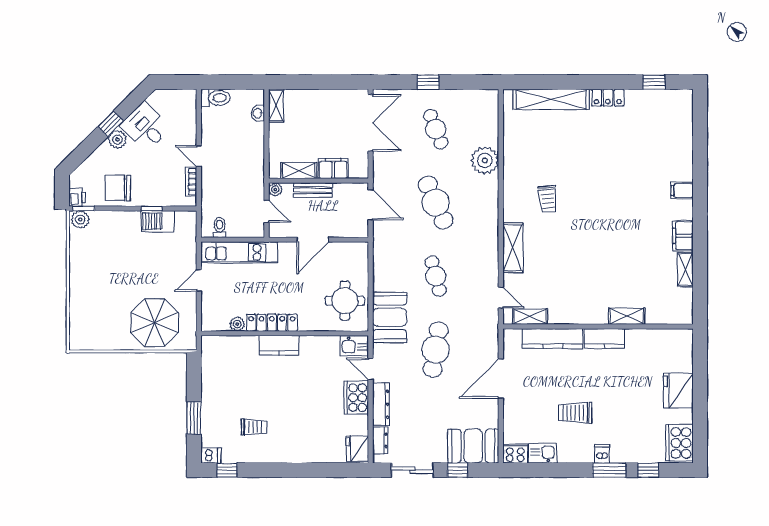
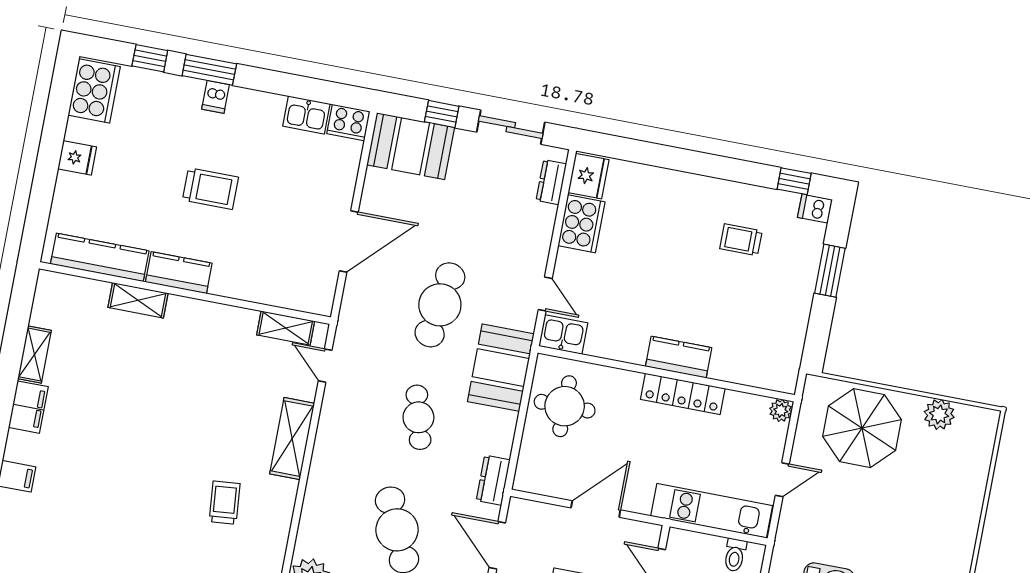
plant: (237, 324) -> (781, 410), moved
kitchen counter: (553, 339) -> (100, 257), moved
plant: (108, 341) -> (939, 414), added
fridge: (678, 390) -> (77, 158), width x0.53, depth x0.75
cooker: (356, 398) -> (581, 224), moved
dresser: (381, 404) -> (493, 480), moved, width x0.70
trolley: (575, 413) -> (210, 189), moved

